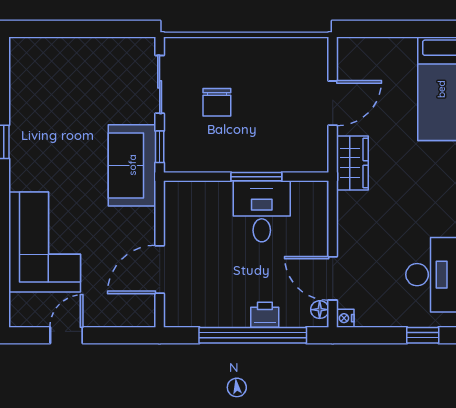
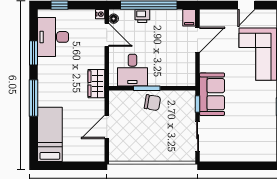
chair: (217, 102) -> (152, 103), moved, turned 99
wardrobe: (352, 163) -> (96, 84), moved
desk: (262, 211) -> (132, 70), moved
filing cabinet: (176, 311) -> (189, 18), added

